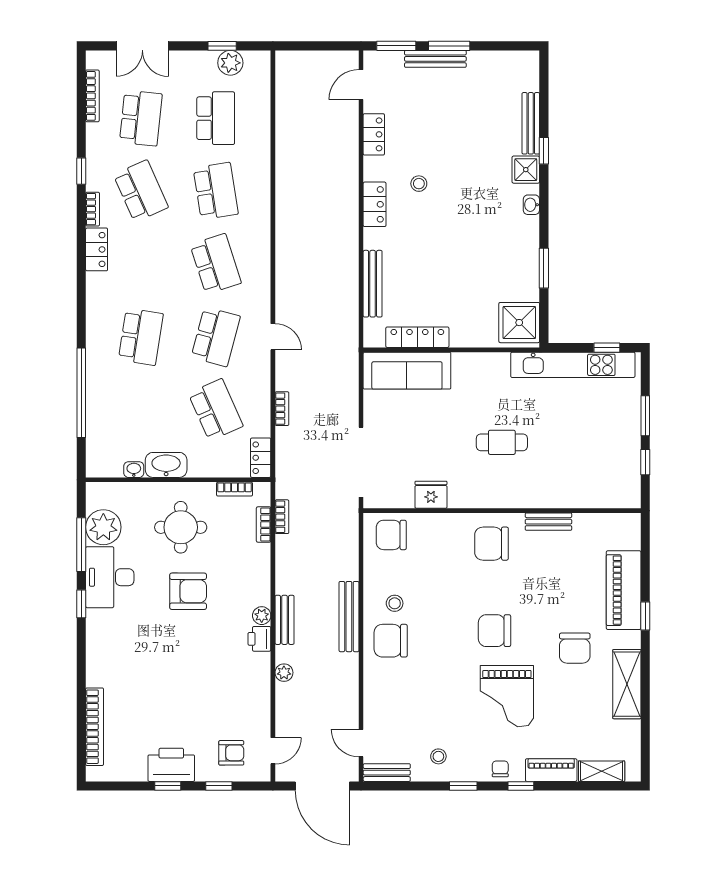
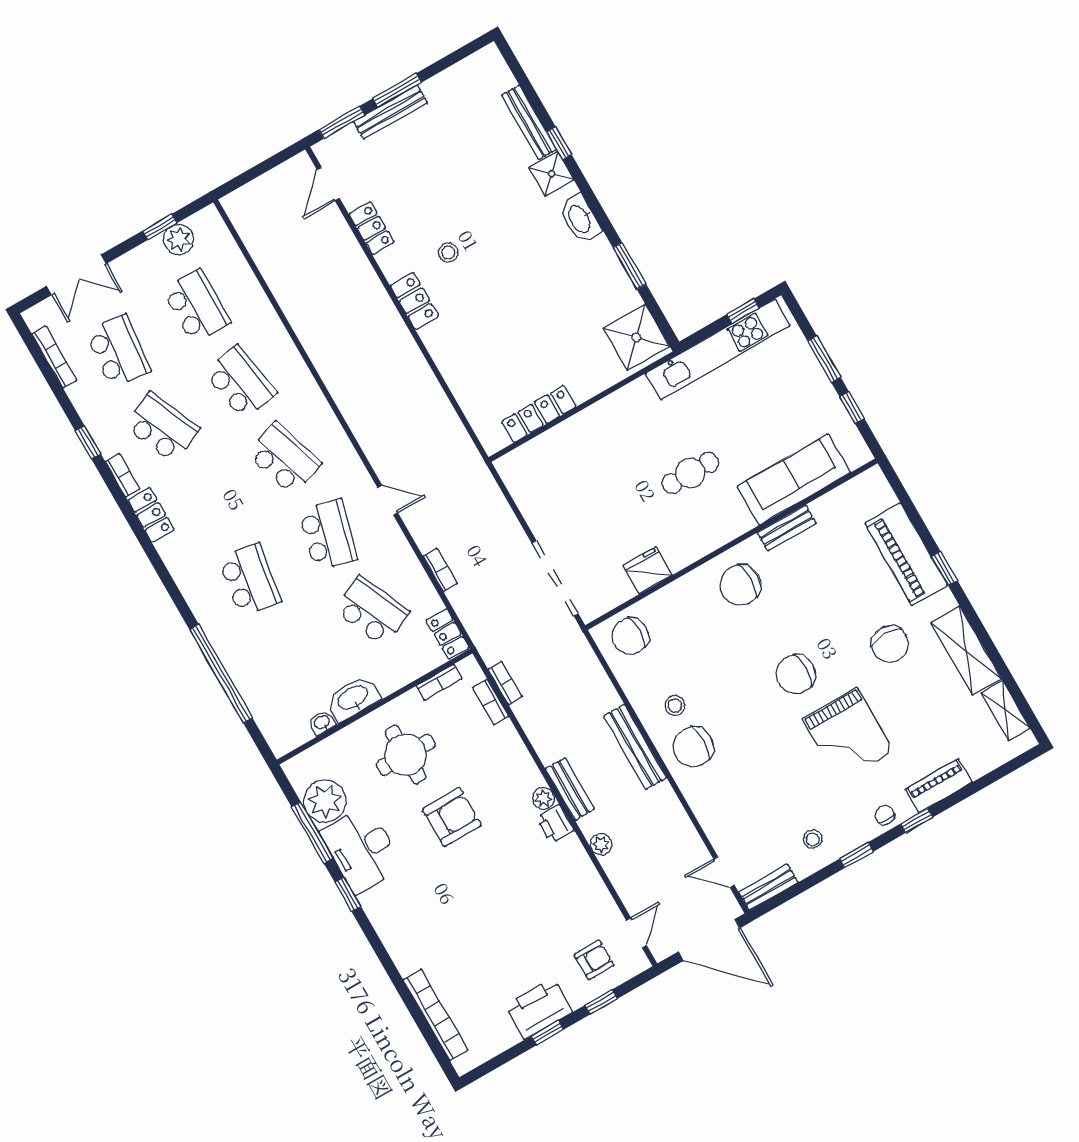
washbasin: (531, 205) -> (580, 219), width x1.91, depth x1.45
bench: (373, 284) -> (460, 385), removed
sofa: (407, 371) -> (794, 479), moved, turned 180
shelving: (602, 771) -> (1006, 711), moved, turned 90

